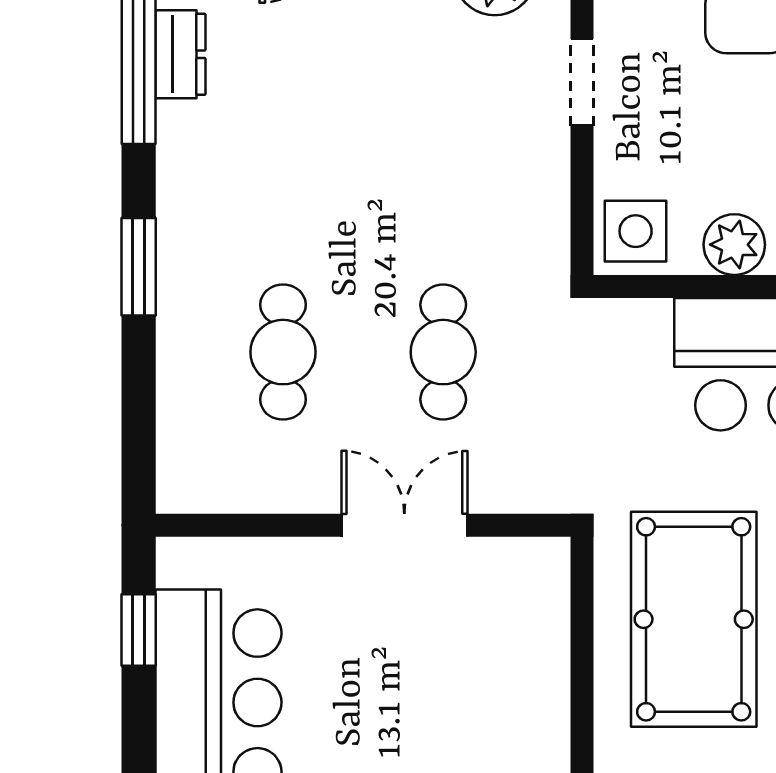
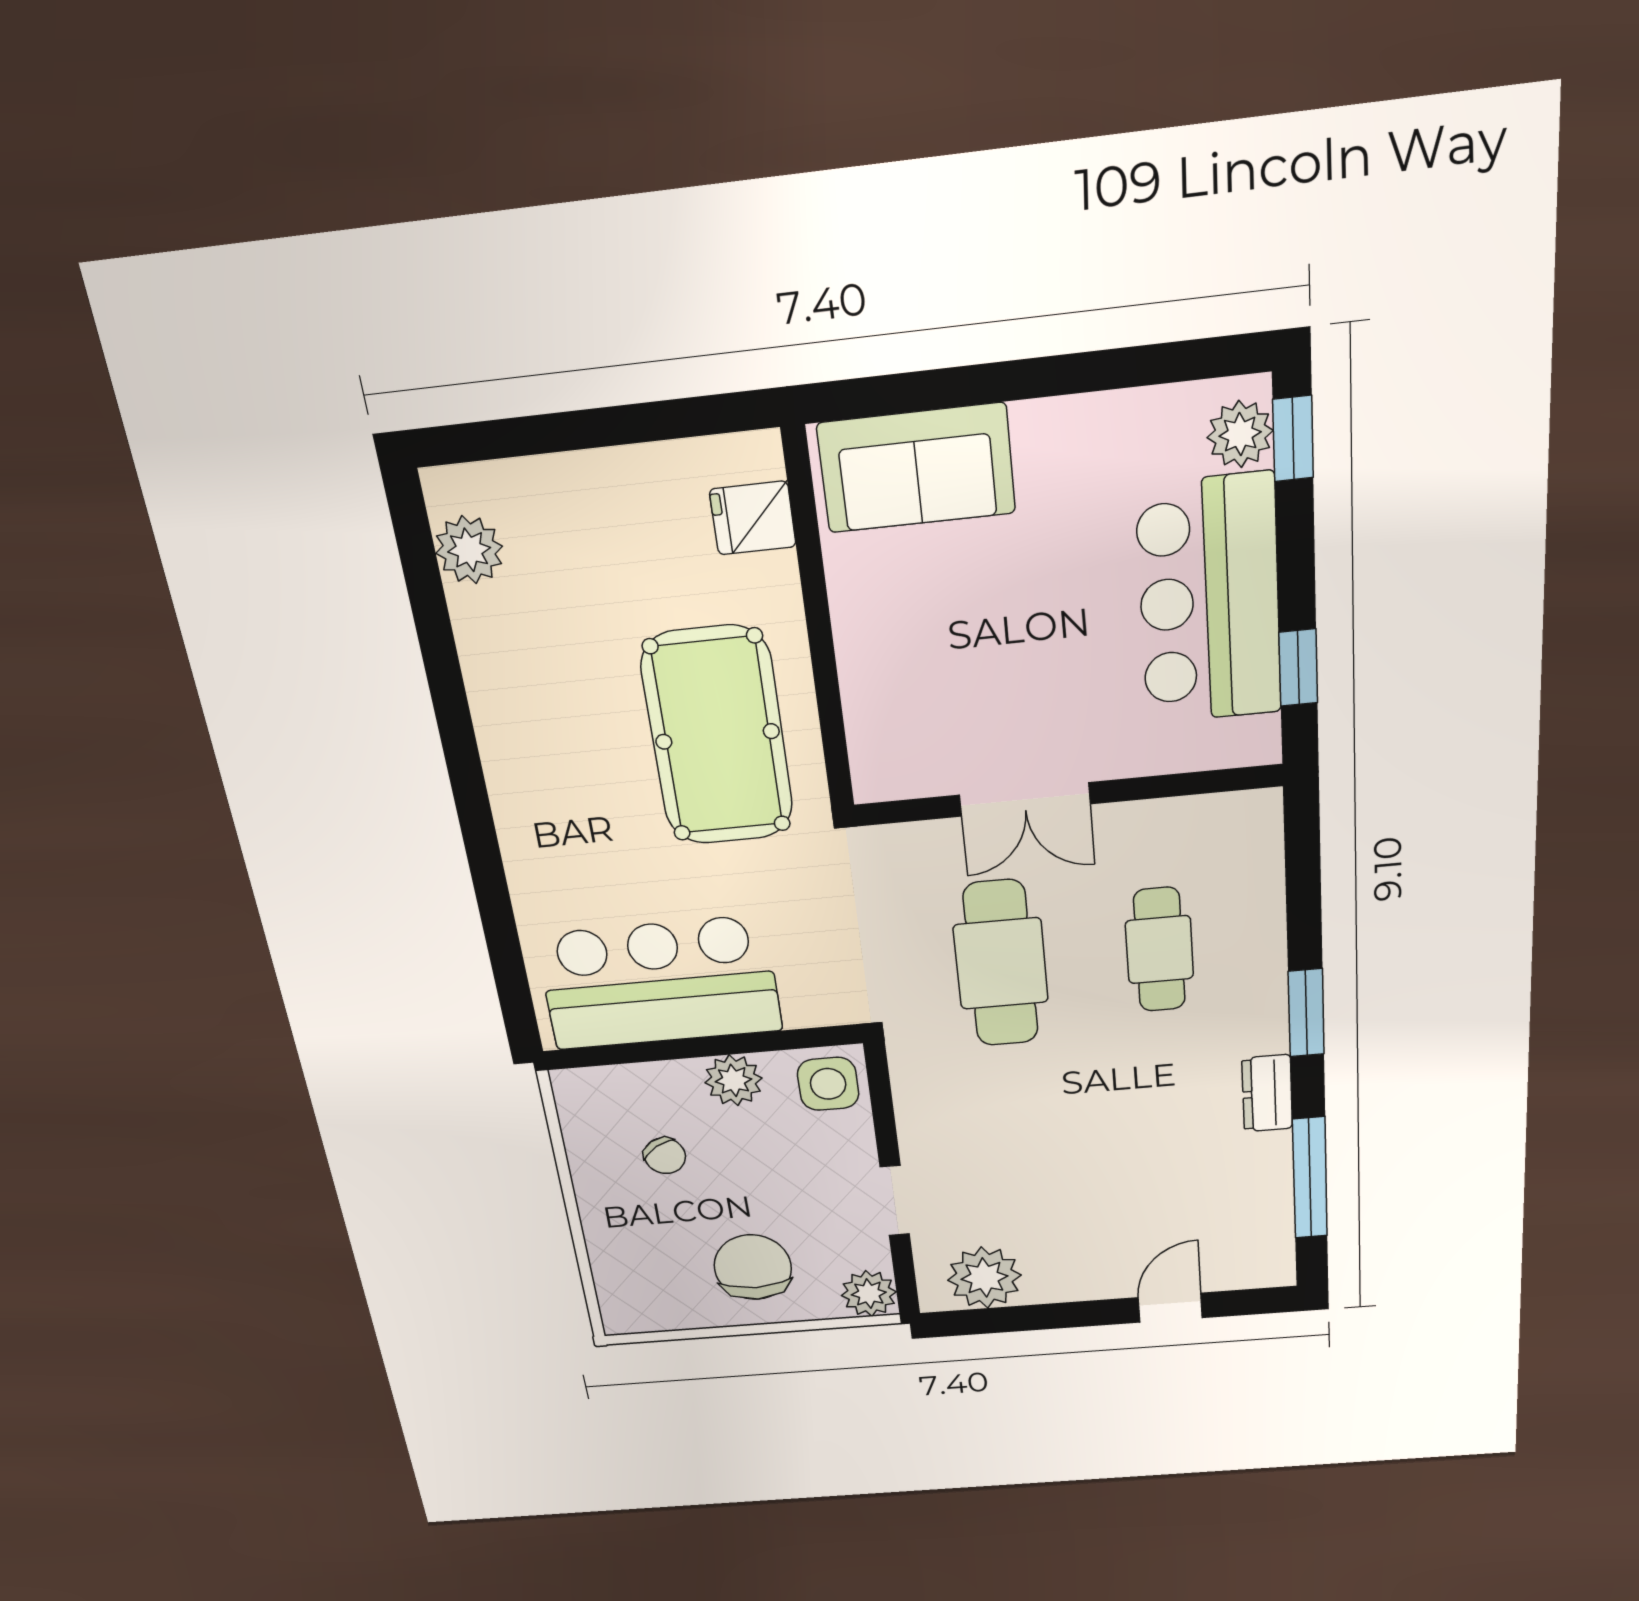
dresser: (180, 54) -> (1267, 1093), moved
cafe table: (443, 352) -> (1001, 964), width x1.37, depth x1.35

